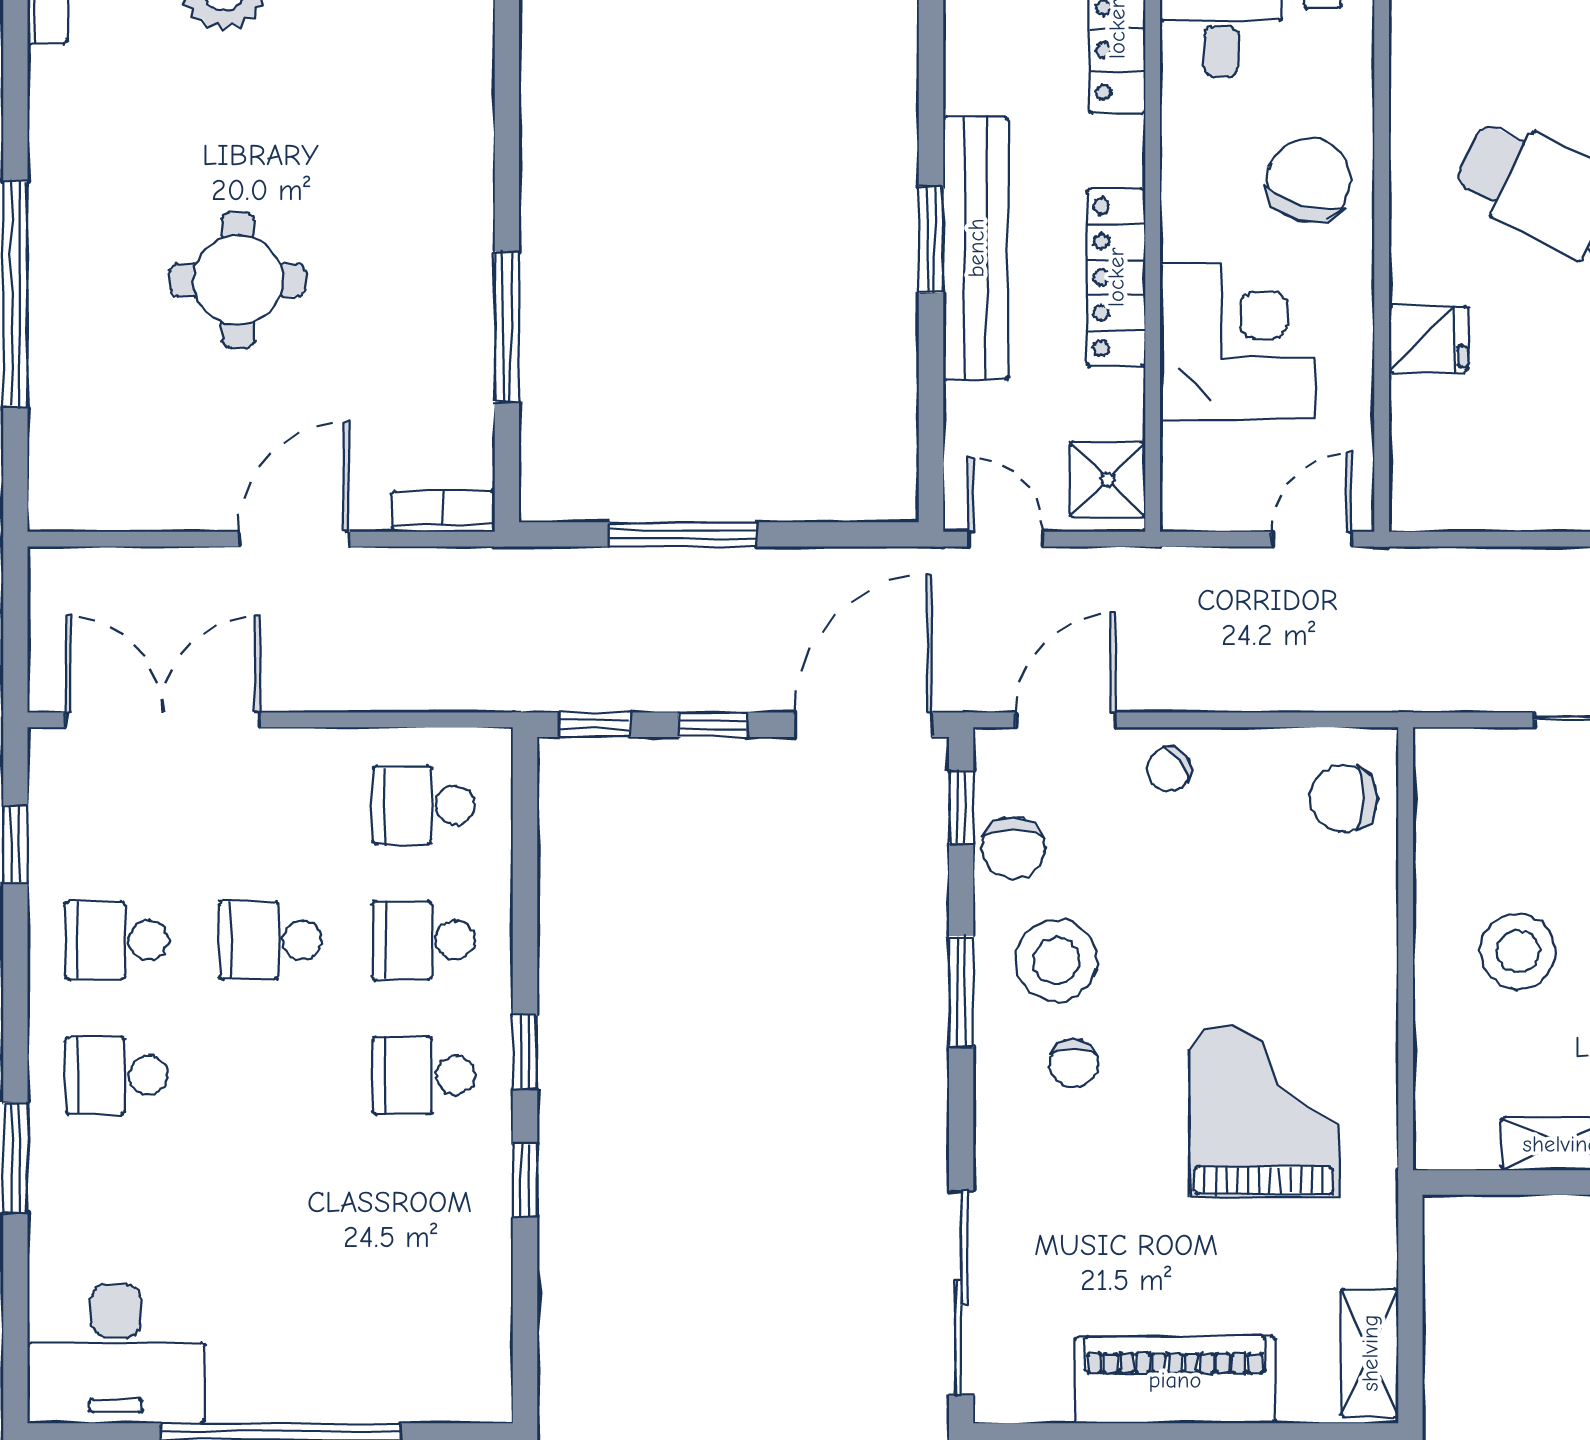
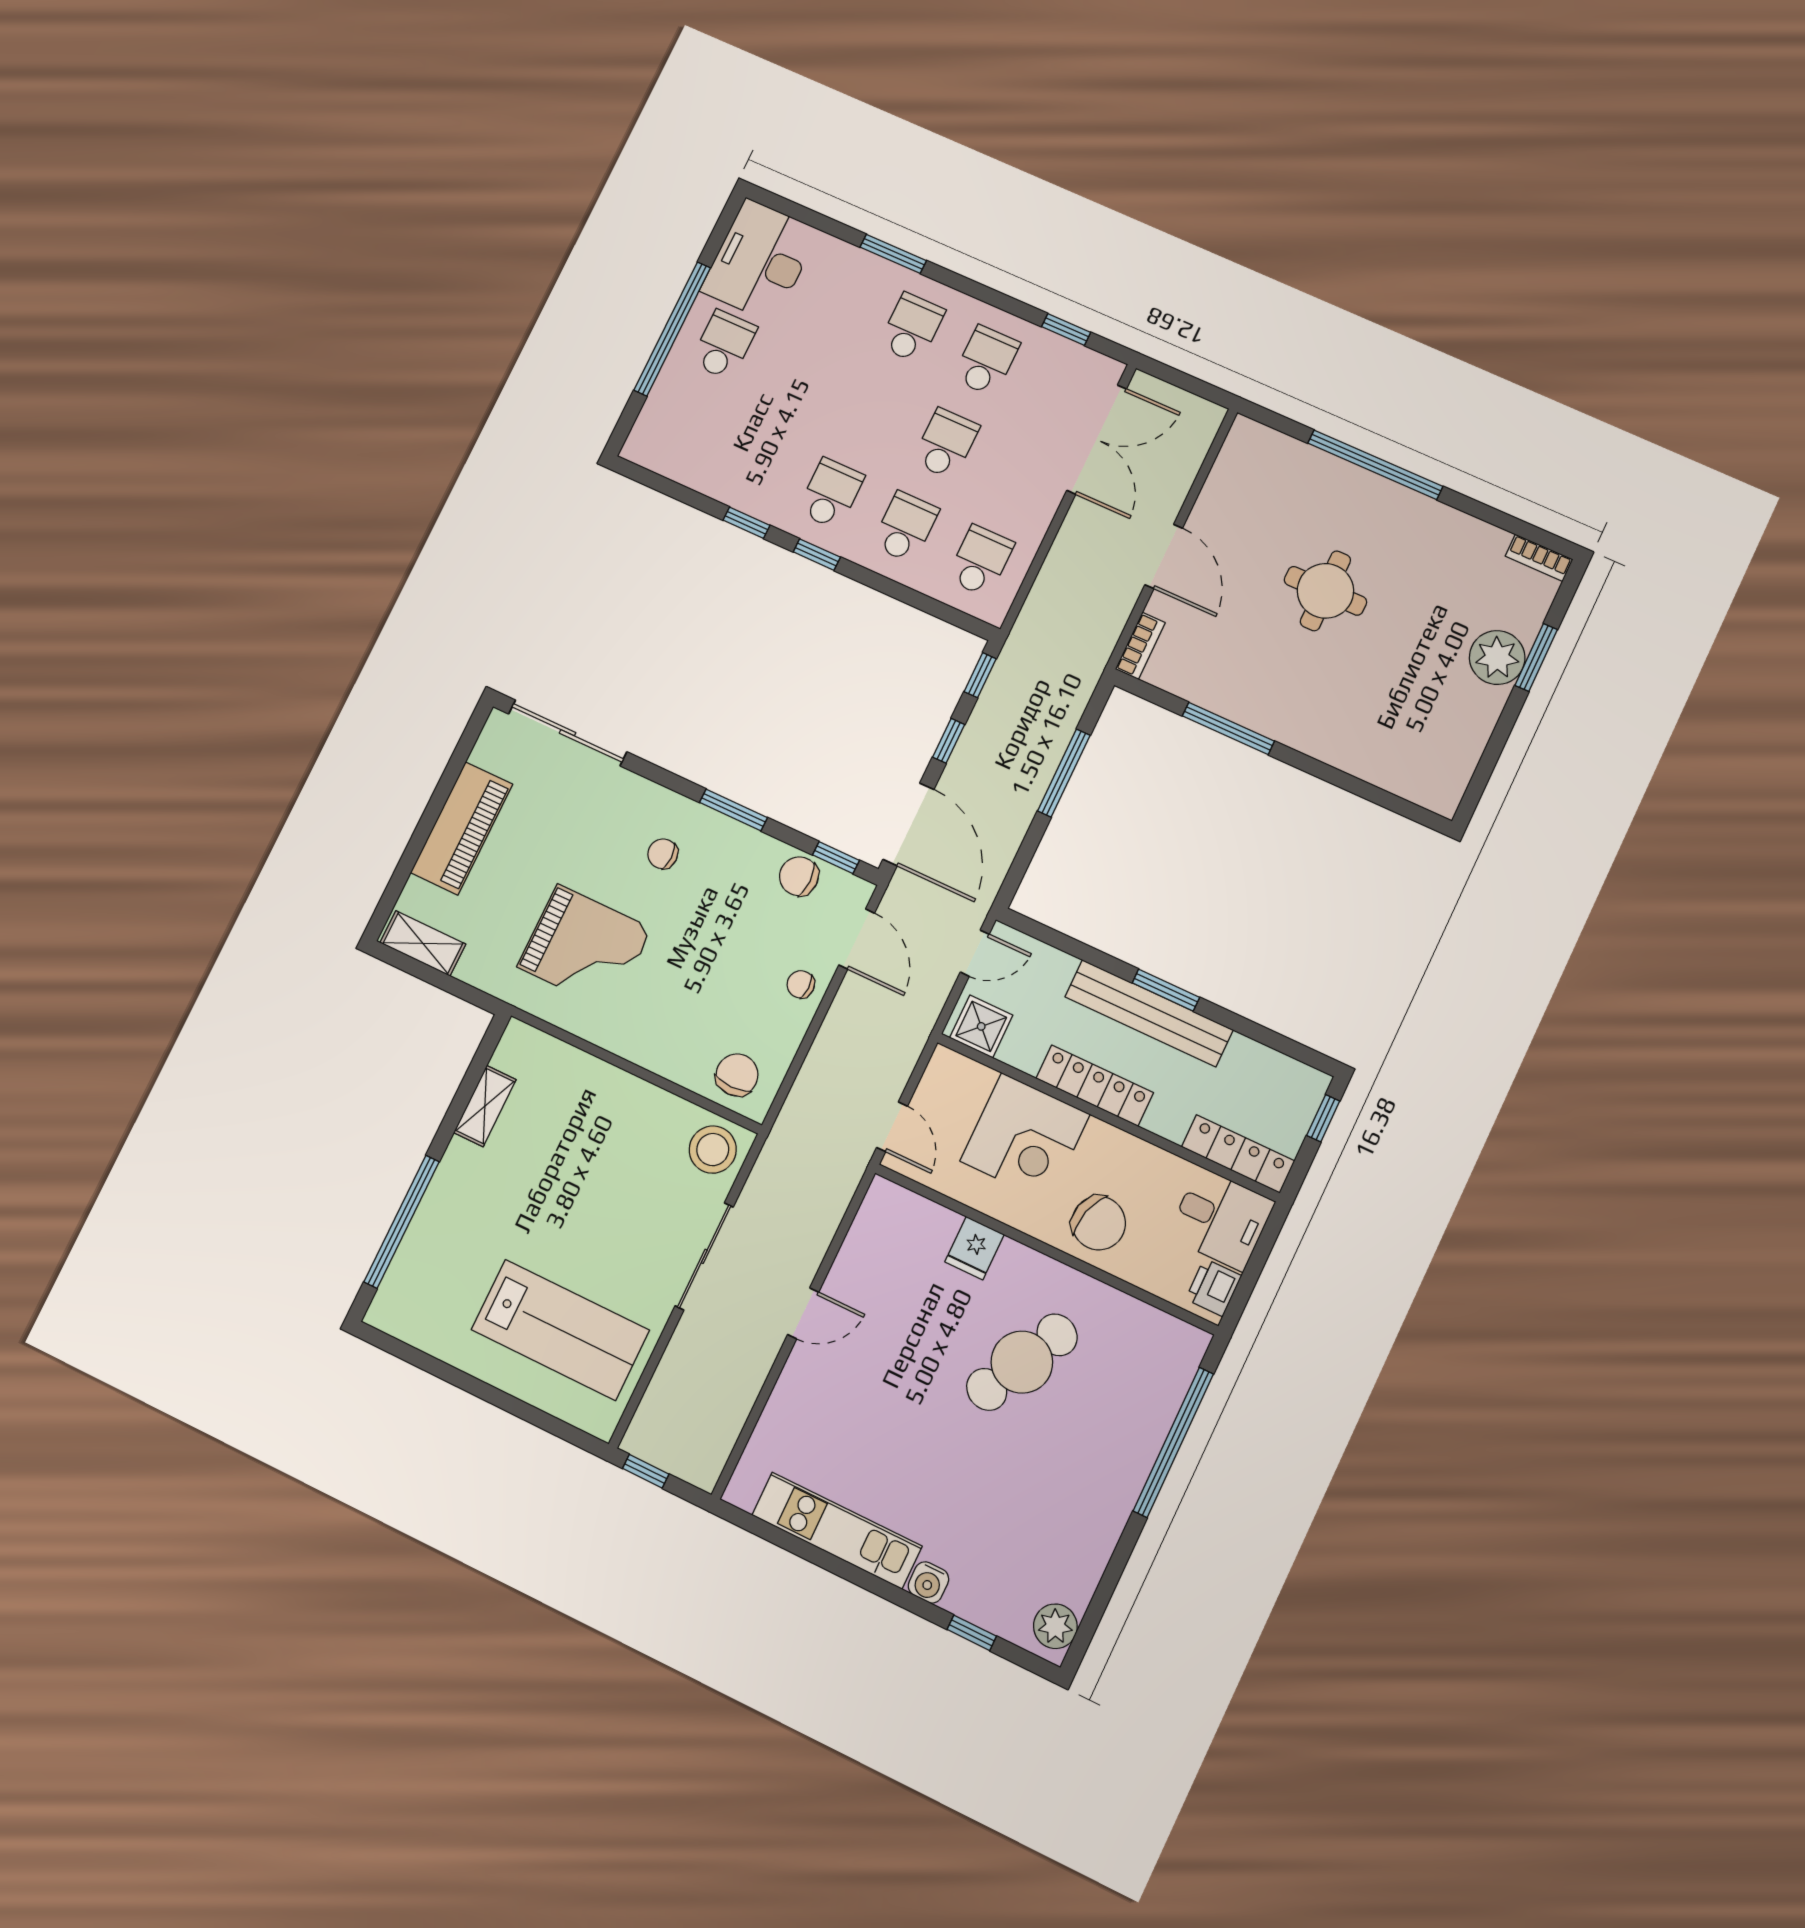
chair: (1169, 769) -> (801, 984), turned -54
stool: (1518, 951) -> (713, 1150), moved
stool: (1056, 961) -> (725, 871), removed
school desk: (270, 1346) -> (724, 345), added

